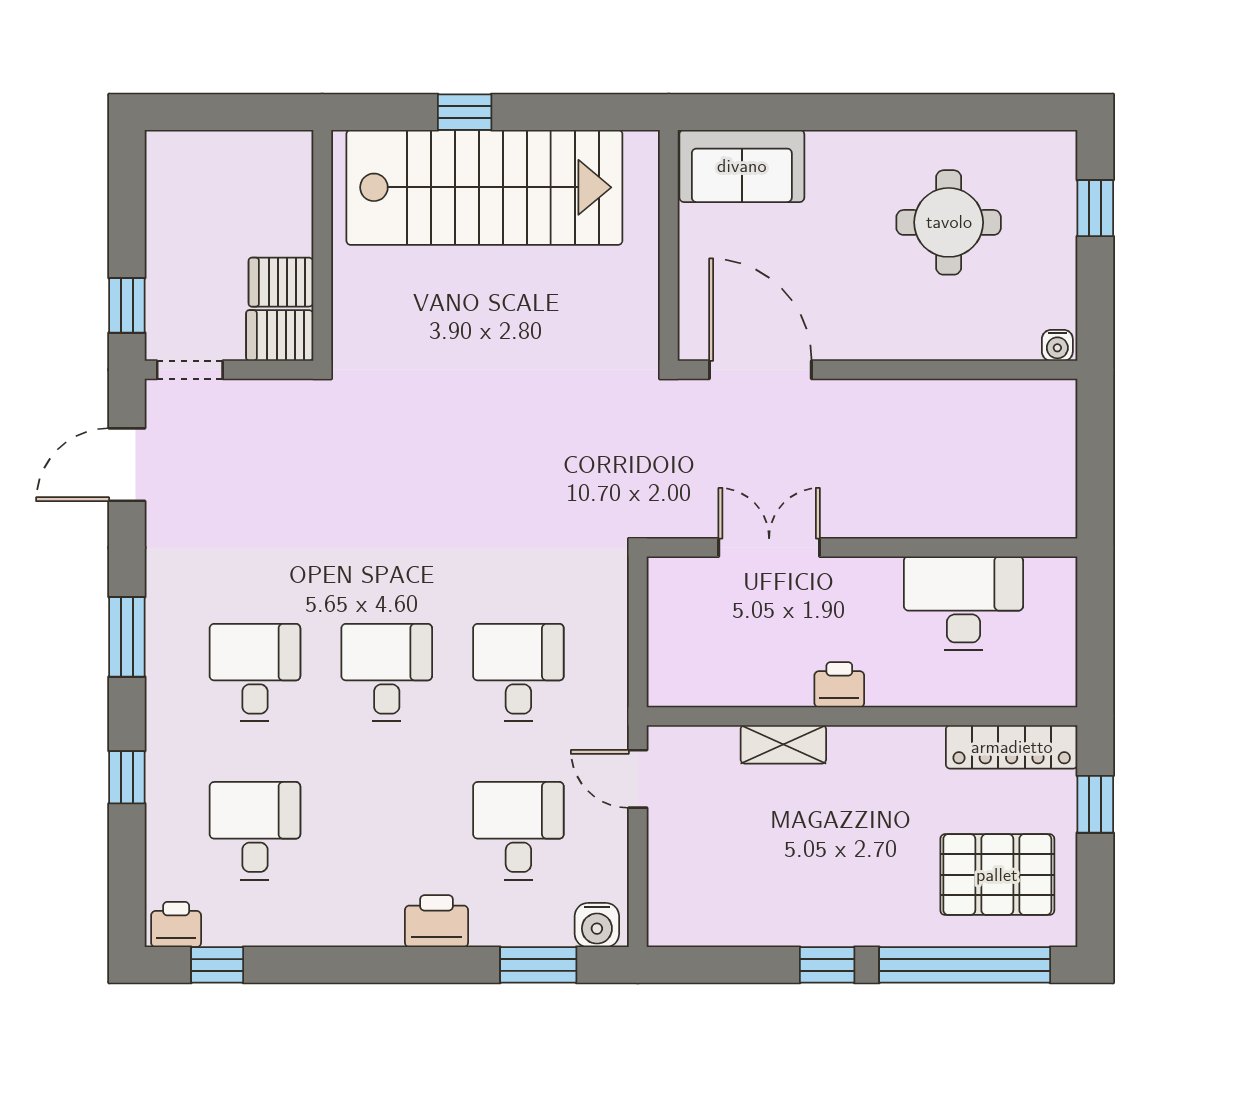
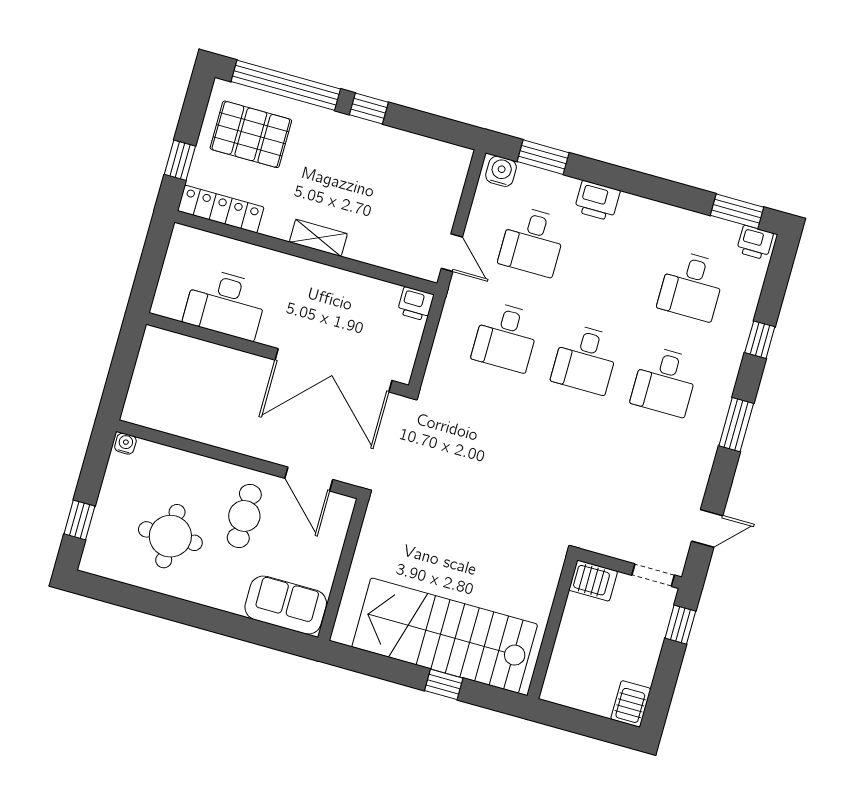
server rack: (281, 282) -> (631, 704), moved, turned -90
cafe table: (844, 285) -> (244, 516), added
door: (760, 370) -> (309, 479), width x0.73
door: (127, 465) -> (707, 528), width x0.73
double door: (769, 547) -> (333, 370), width x1.87
printer: (839, 685) -> (416, 304), moved
shelving: (783, 744) -> (318, 238), moved
window: (217, 965) -> (737, 211), width x1.50

